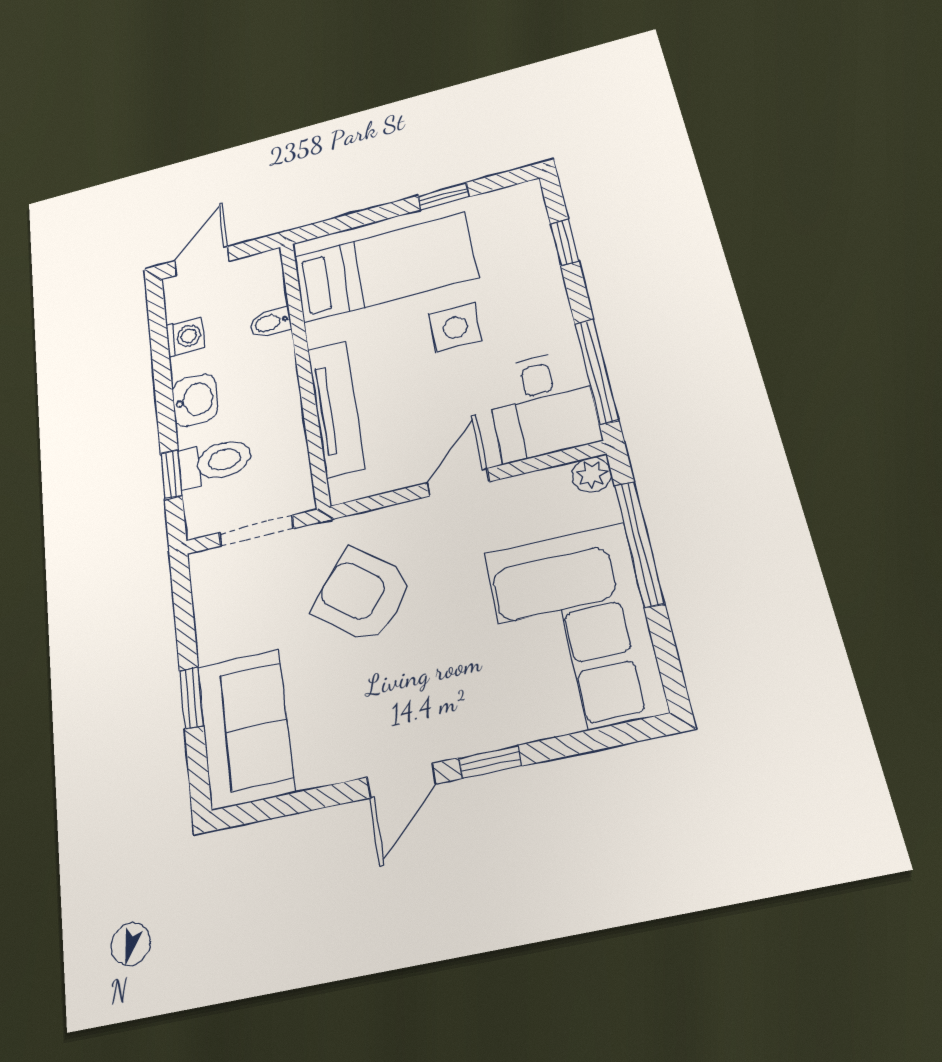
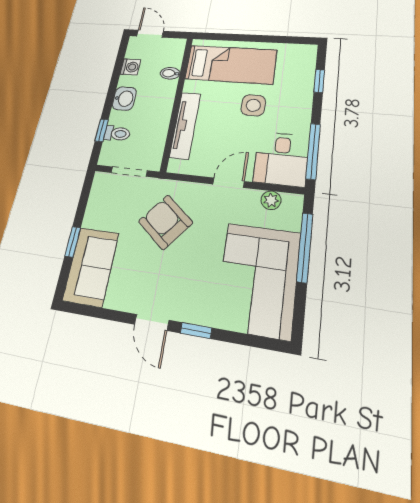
window: (443, 196) -> (269, 39), removed
door: (202, 261) -> (150, 34), hinge flipped
toilet: (215, 462) -> (117, 134), width x0.73, depth x0.72
plant: (592, 475) -> (271, 200), moved
door: (401, 781) -> (152, 322), hinge flipped

